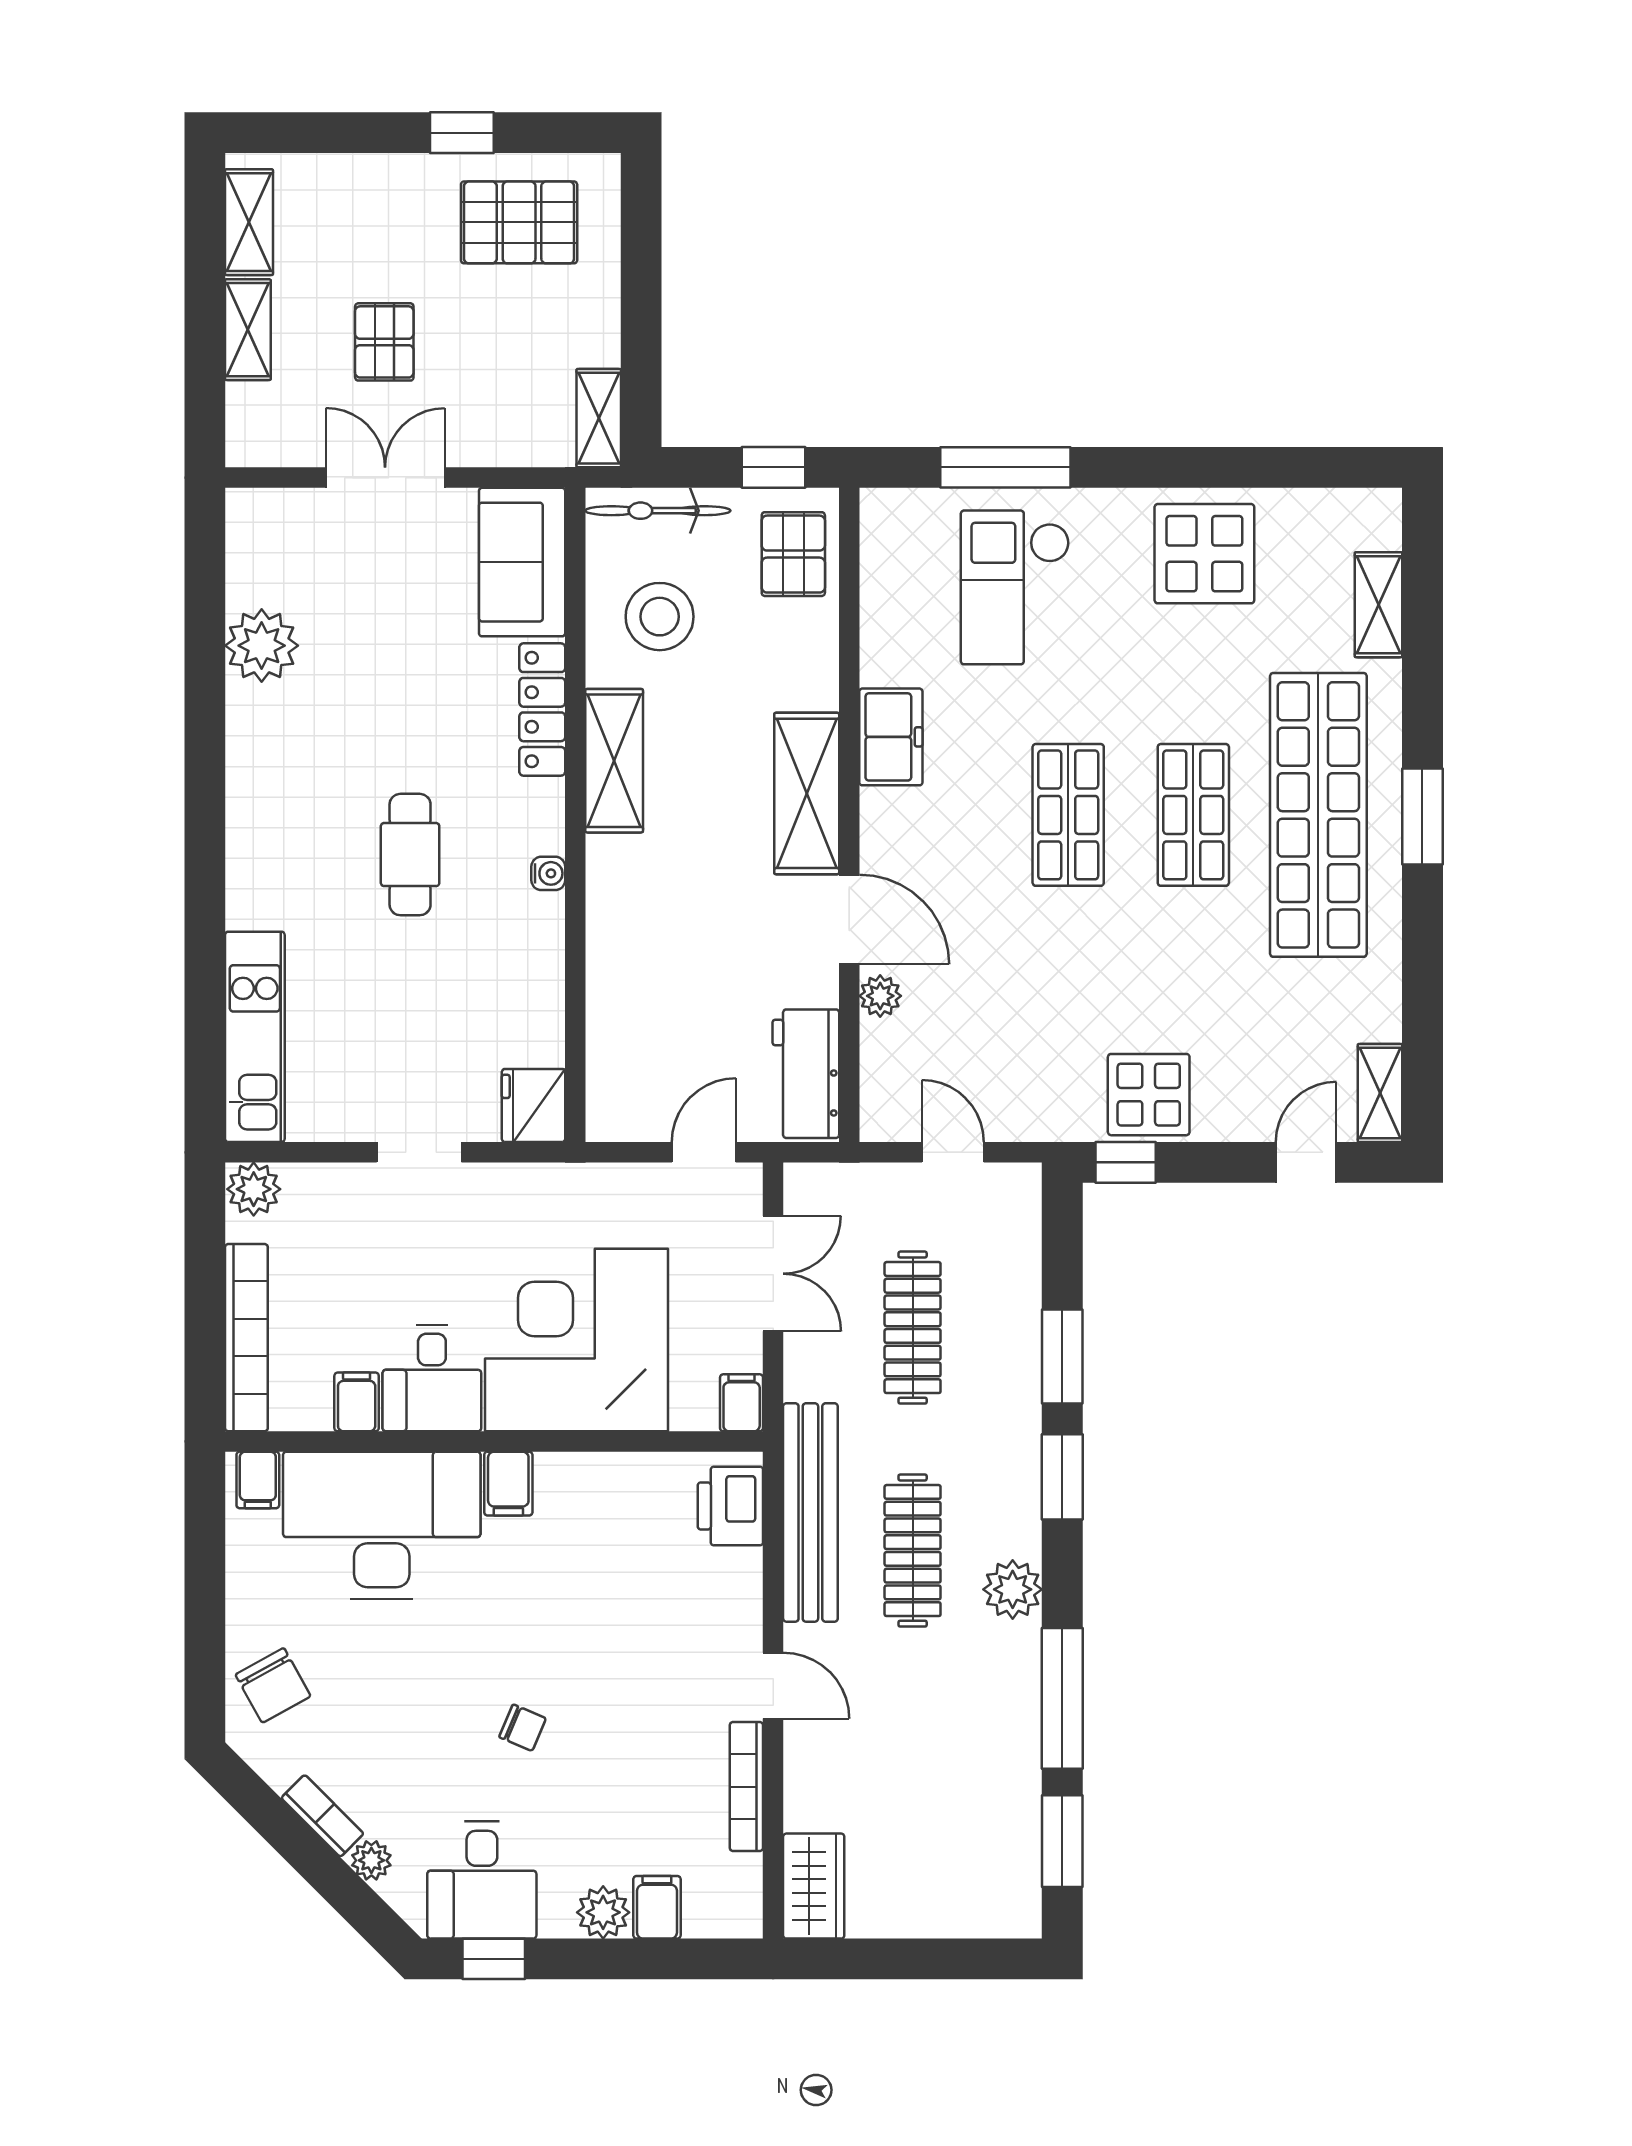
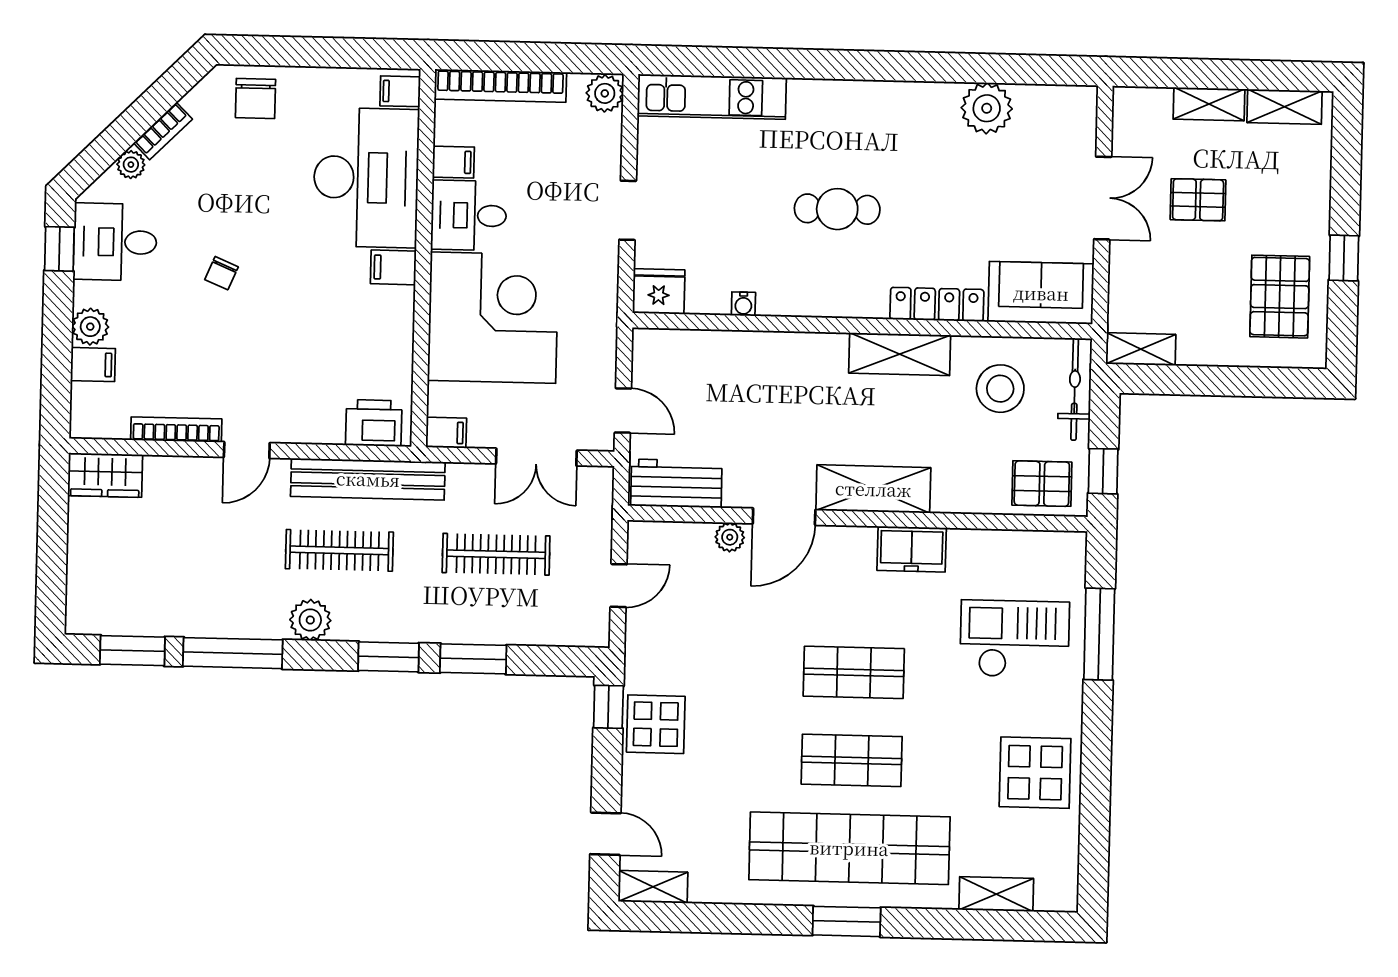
water cooler: (548, 873) -> (743, 304), moved
chair: (273, 1685) -> (256, 98), turned -61

